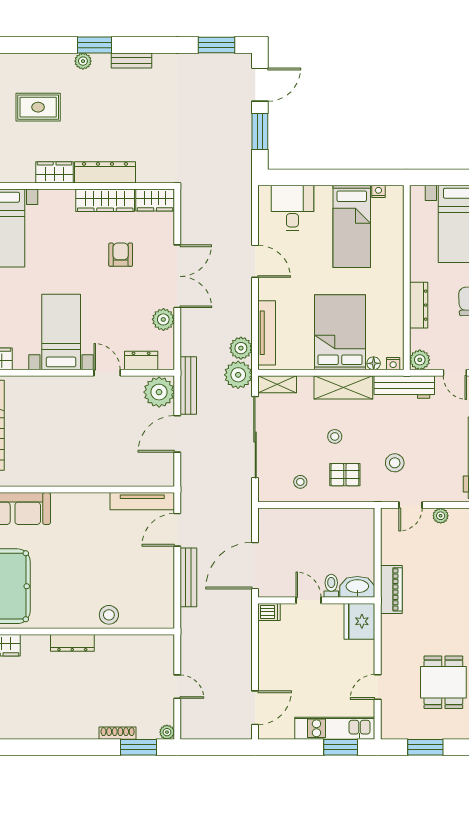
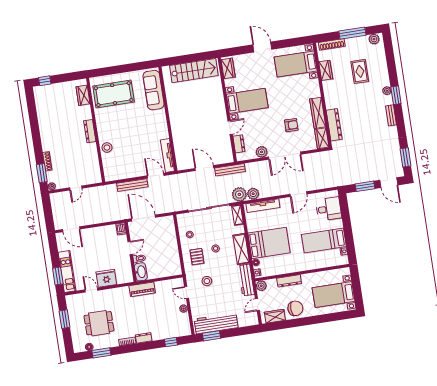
wardrobe: (55, 172) -> (326, 70), moved
dresser: (105, 172) -> (334, 125), moved
plant: (159, 392) -> (224, 155), removed
fridge: (359, 621) -> (106, 278), moved

